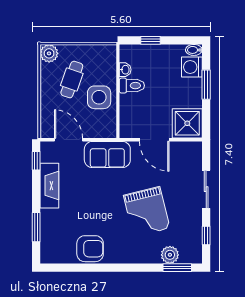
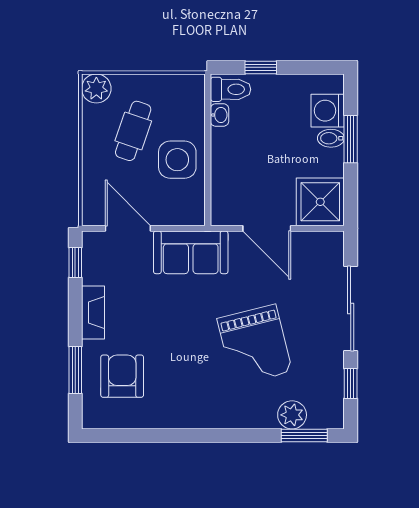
bidet: (194, 50) -> (331, 138), moved
toilet: (132, 86) -> (231, 89), moved
fireplace: (49, 186) -> (93, 313), width x0.73, depth x0.76
sliding door: (206, 189) -> (351, 308), width x1.37
armchair: (90, 249) -> (122, 376), moved, turned -90

